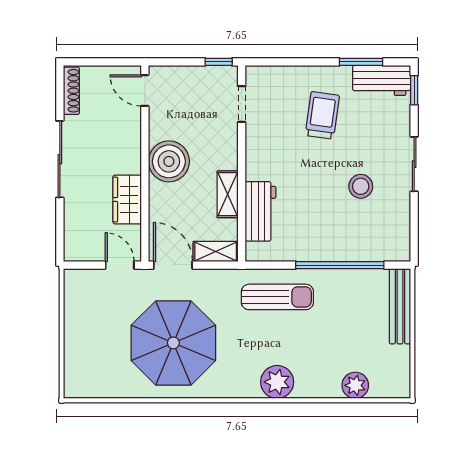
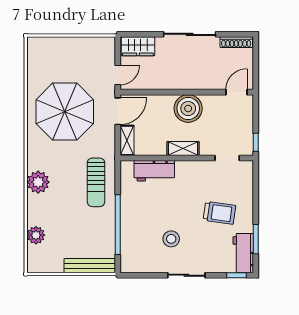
shelving: (228, 194) -> (183, 148), moved
wardrobe: (127, 200) -> (138, 46), moved, turned 180

